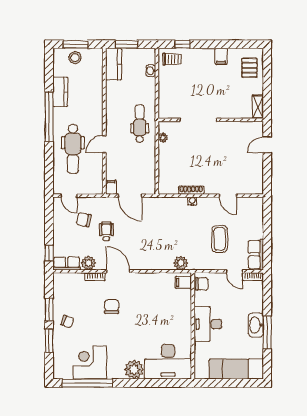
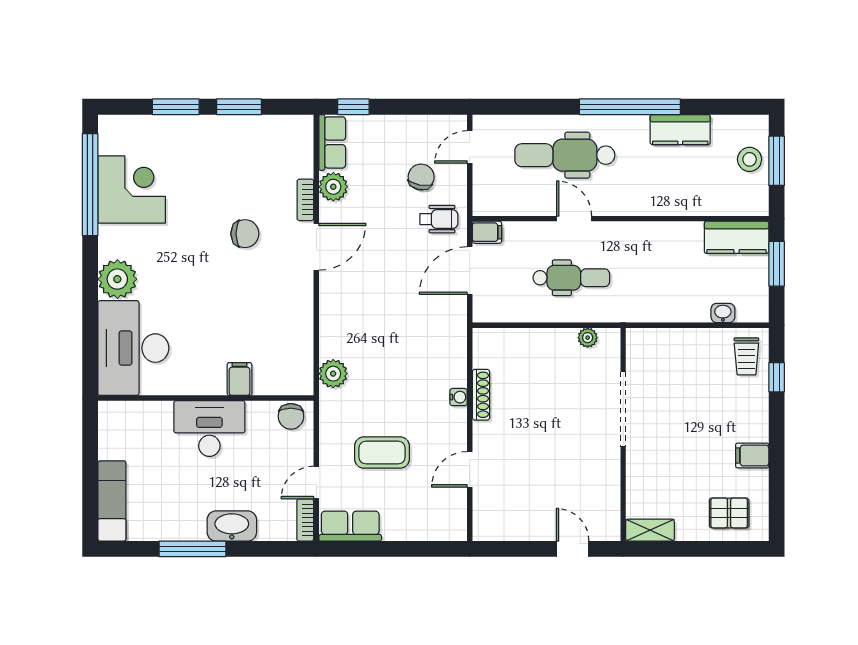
dental chair: (140, 124) -> (571, 278), moved
wheelchair: (106, 231) -> (439, 219), moved
filing cabinet: (183, 283) -> (239, 379), moved
chair: (67, 322) -> (215, 144), removed
washbasin: (256, 325) -> (232, 526), moved
exam couch: (236, 369) -> (112, 501), width x0.73, depth x0.69

